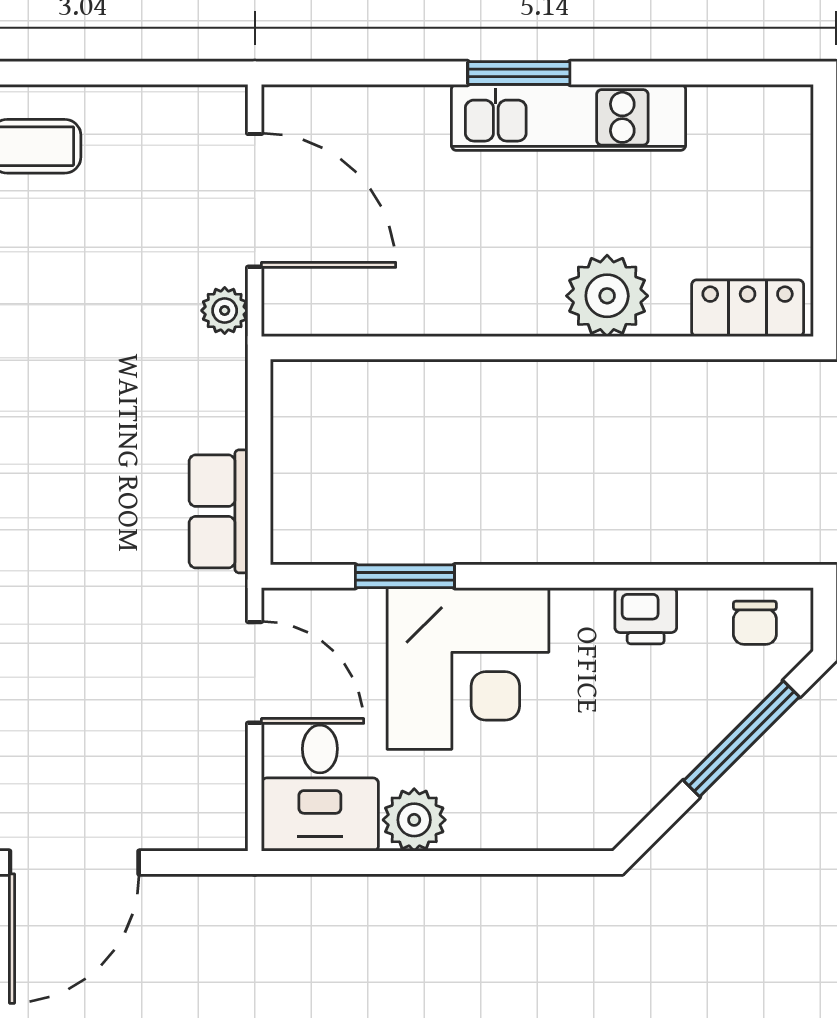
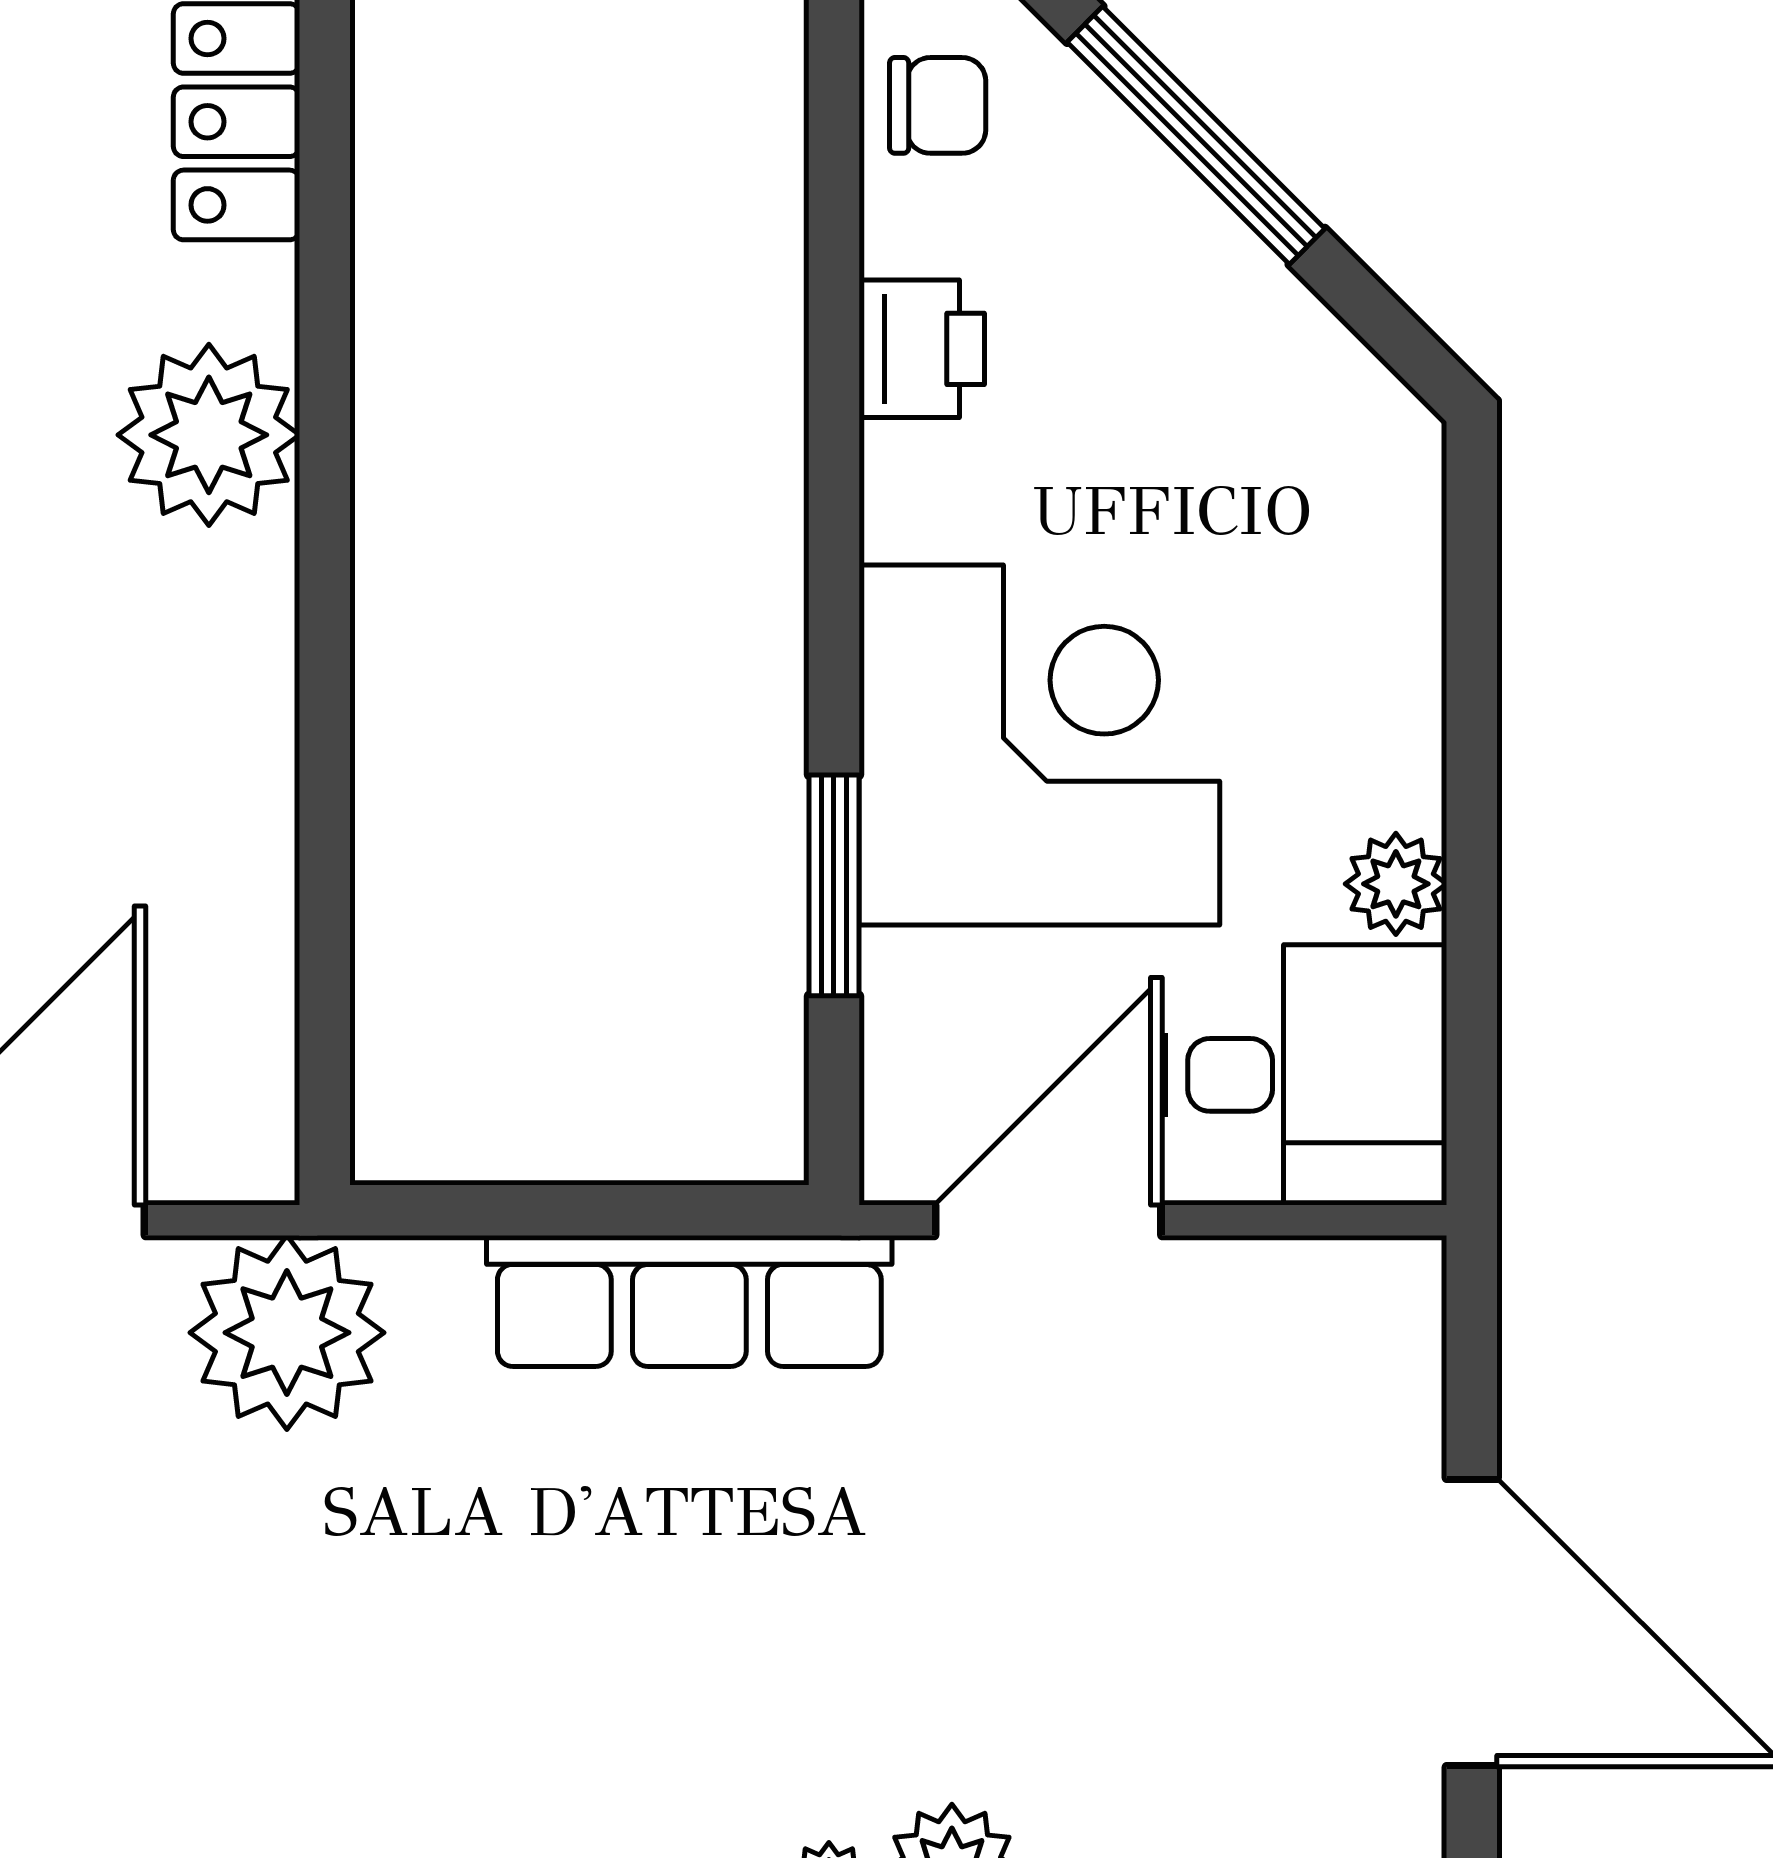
plant: (225, 311) -> (287, 1333), width x1.87, depth x1.87
row of seats: (218, 511) -> (689, 1301), width x1.48
plant: (414, 820) -> (1396, 884), width x0.73, depth x0.73

